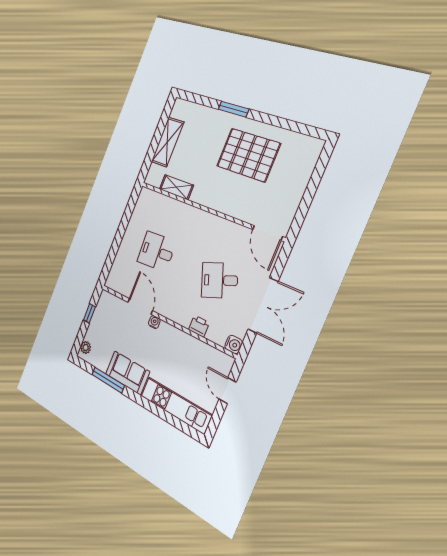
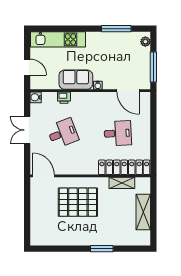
pallet: (248, 155) -> (78, 202), moved
locker: (166, 206) -> (124, 167), added
double door: (263, 305) -> (27, 130), width x0.73
door: (140, 307) -> (128, 91), moved
window: (89, 313) -> (153, 67), width x2.17
sofa: (127, 373) -> (76, 80), moved, turned 180

